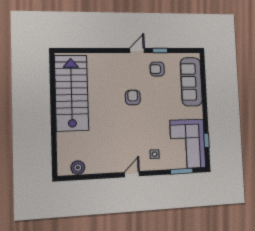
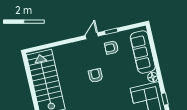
floor lamp: (197, 113) -> (153, 77), added

